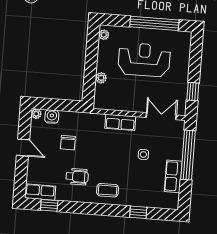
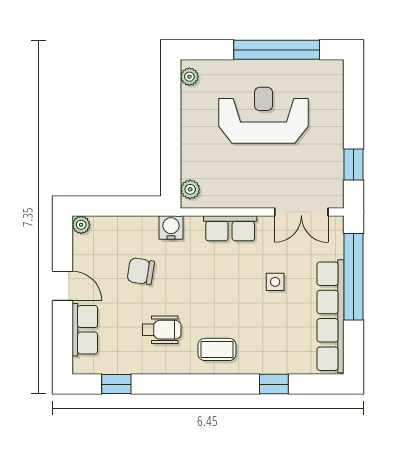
plant: (101, 78) -> (190, 189), moved
double door: (161, 116) -> (301, 212), swing flipped
water cooler: (52, 117) -> (171, 228), moved
chair: (68, 143) -> (141, 271), turned 99
row of seats: (173, 176) -> (330, 316), width x2.02
row of seats: (40, 192) -> (85, 330), moved, turned 90

